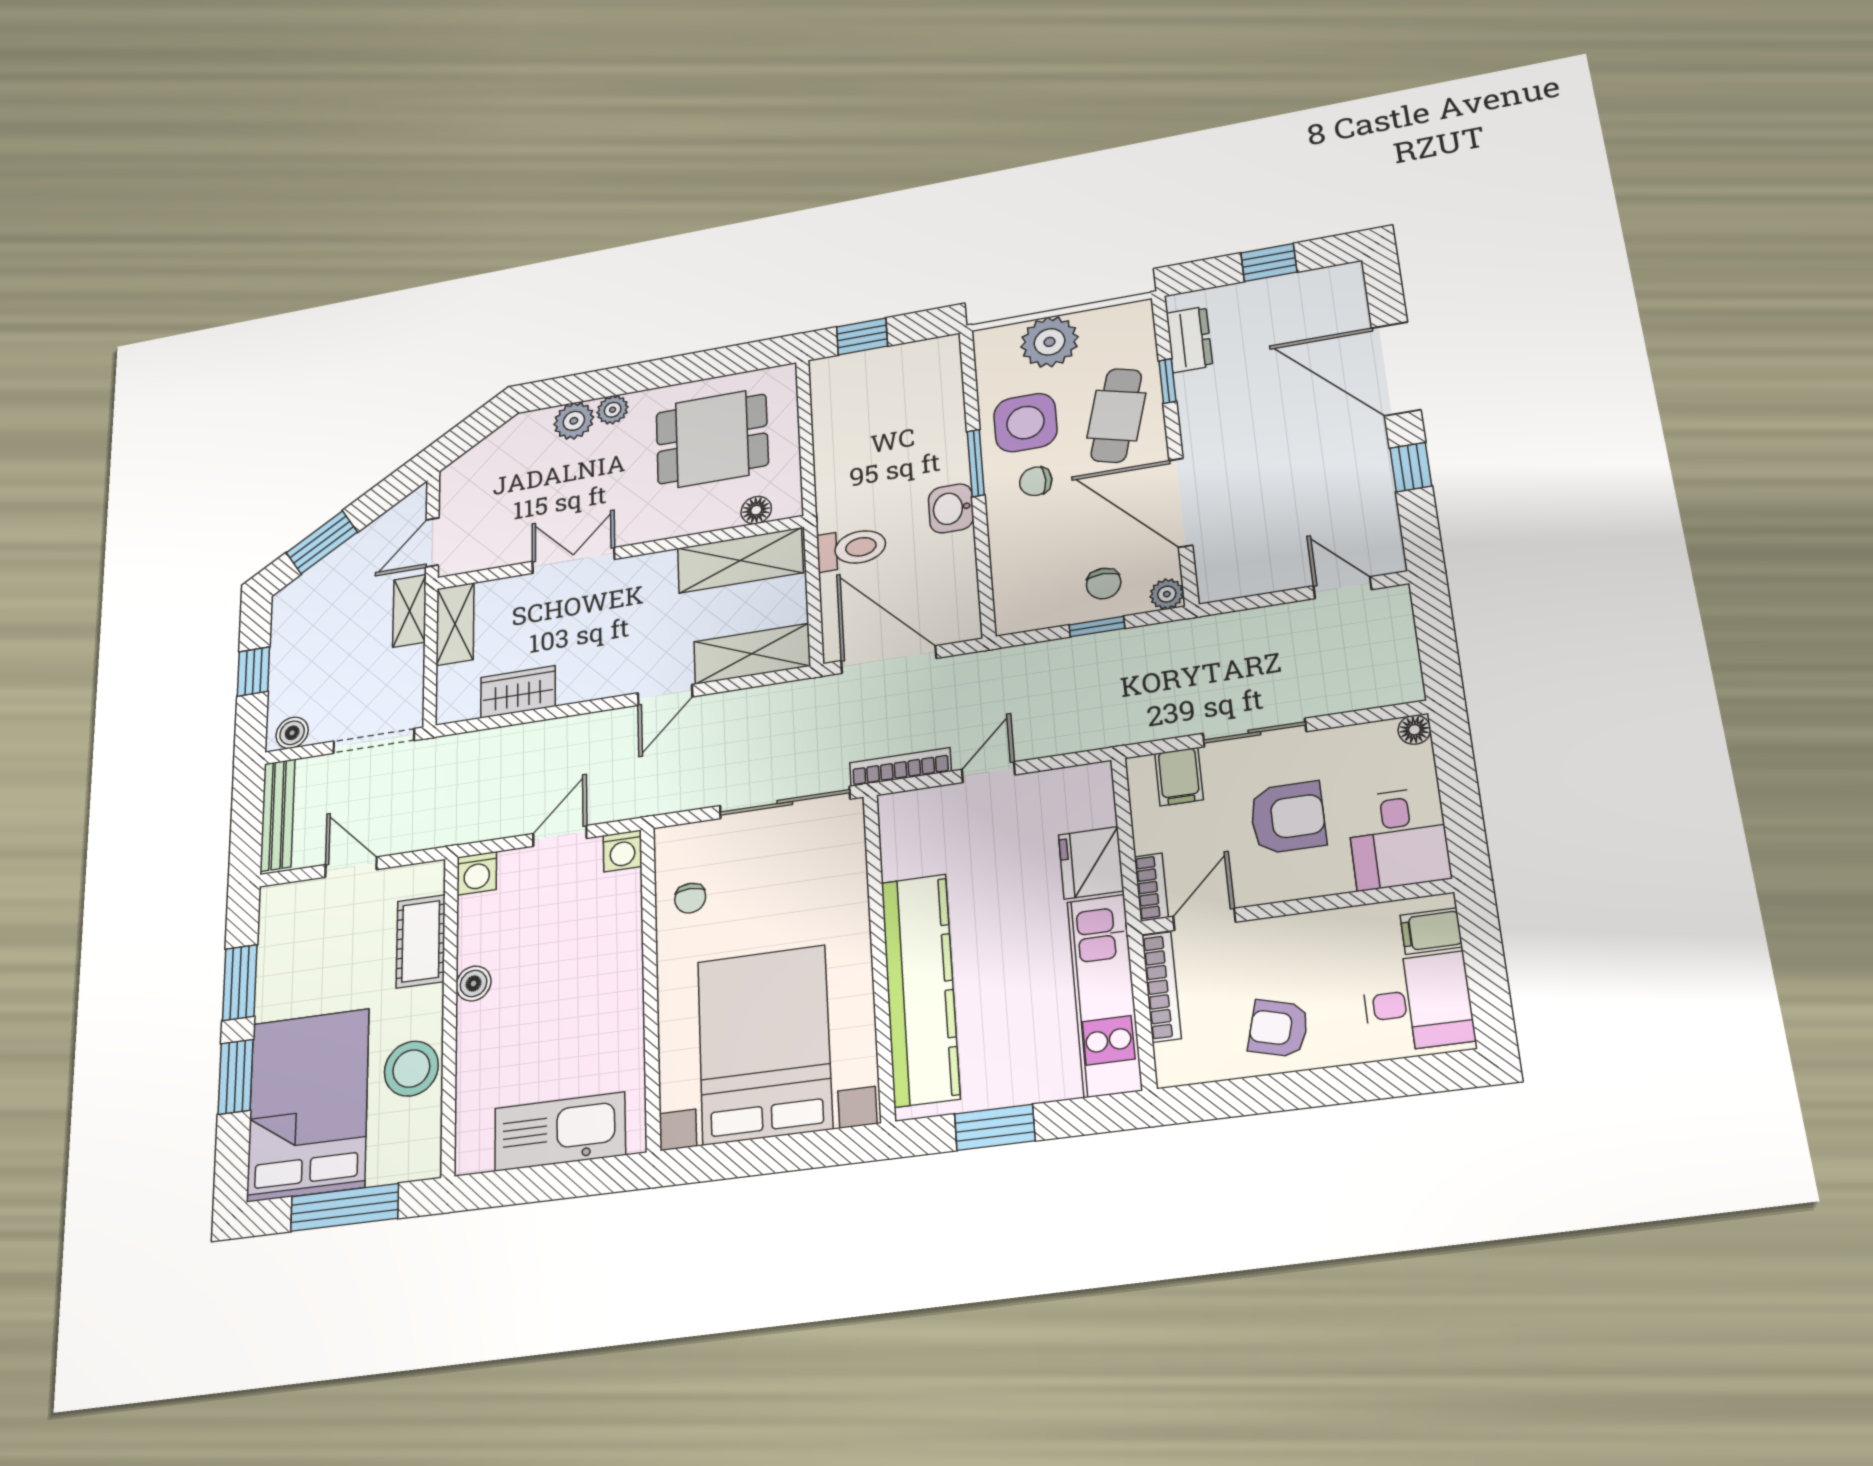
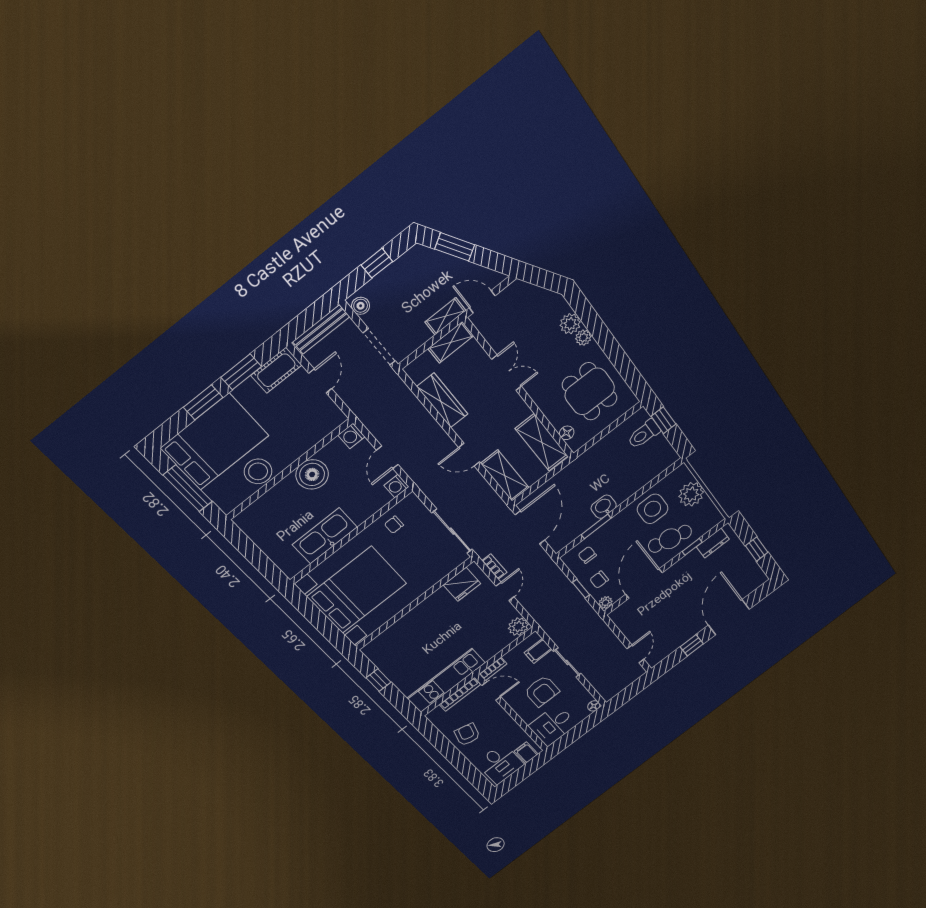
window: (976, 463) -> (596, 526), moved
chair: (1036, 481) -> (587, 555), moved
toilet: (851, 548) -> (644, 434), moved, turned 90
wardrobe: (518, 692) -> (442, 400), width x1.50
bookcase: (900, 767) -> (494, 567), width x0.64
door: (988, 772) -> (505, 591), hinge flipped
plant: (1089, 787) -> (518, 627), added
door: (560, 836) -> (387, 457), swing flipped
fridge: (1091, 863) -> (462, 584), moved, turned 180
cot: (421, 941) -> (276, 370), moved
boiler: (473, 983) -> (312, 474), width x1.86, depth x1.86
kitchen counter: (920, 989) -> (411, 625), removed
window: (995, 1127) -> (378, 680), width x0.67
kitchen sink: (560, 1132) -> (325, 536), moved, turned -90

